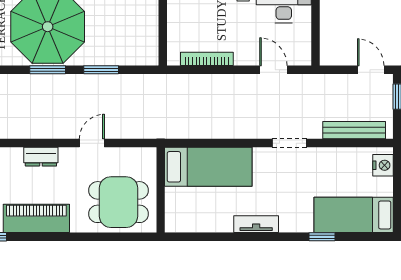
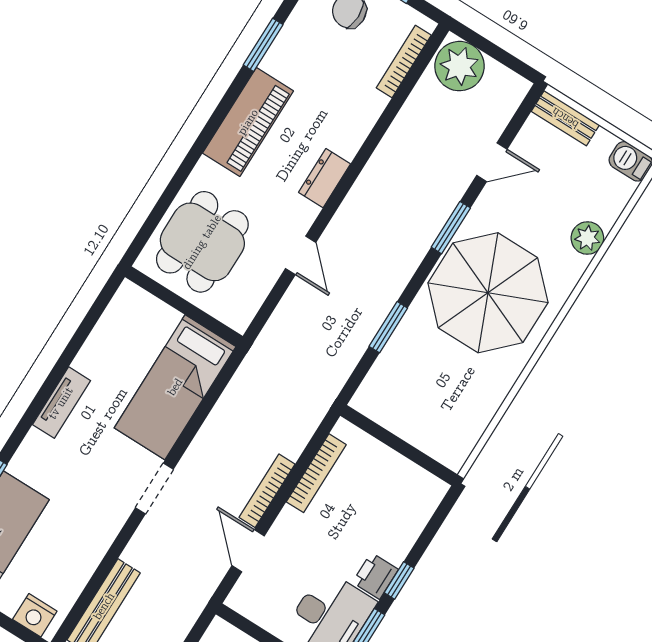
window: (48, 70) -> (451, 228), moved
door: (273, 70) -> (248, 551), swing flipped
bookcase: (234, 80) -> (267, 491), added
doorway: (290, 143) -> (154, 489), moved

